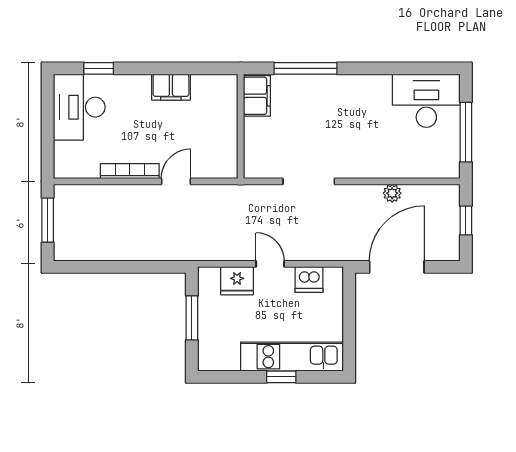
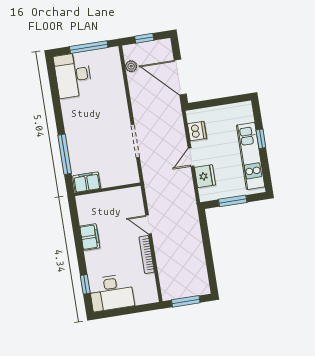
plant: (392, 193) -> (131, 66), moved
kitchen unit: (292, 357) -> (251, 156), moved

